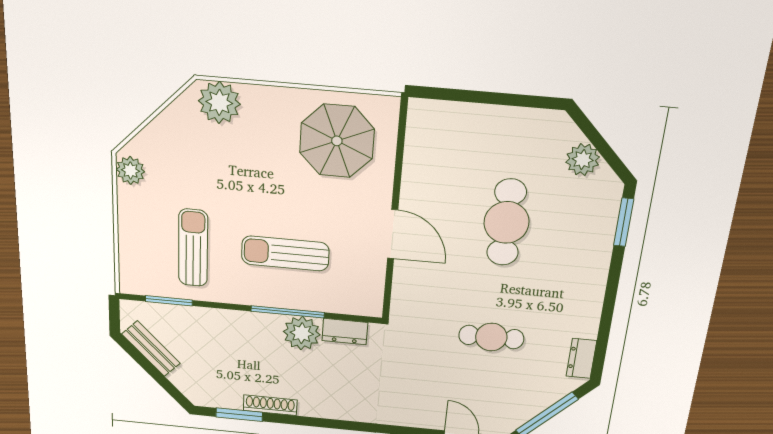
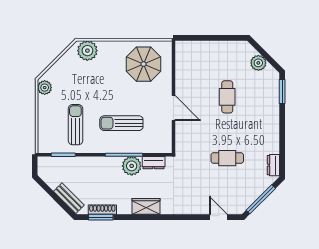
cafe table: (507, 222) -> (227, 97), width x0.73, depth x0.74
bench: (151, 349) -> (69, 198), moved
shoe rack: (270, 405) -> (102, 210), moved
wardrobe: (325, 405) -> (146, 206), added

